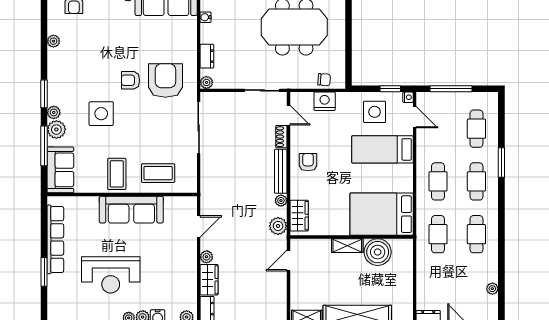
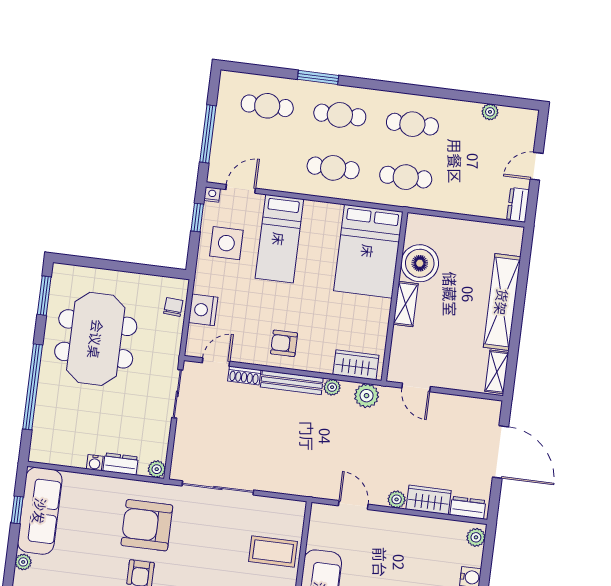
water cooler: (206, 17) -> (95, 463), moved
coffee table: (158, 173) -> (273, 551), turned 90

